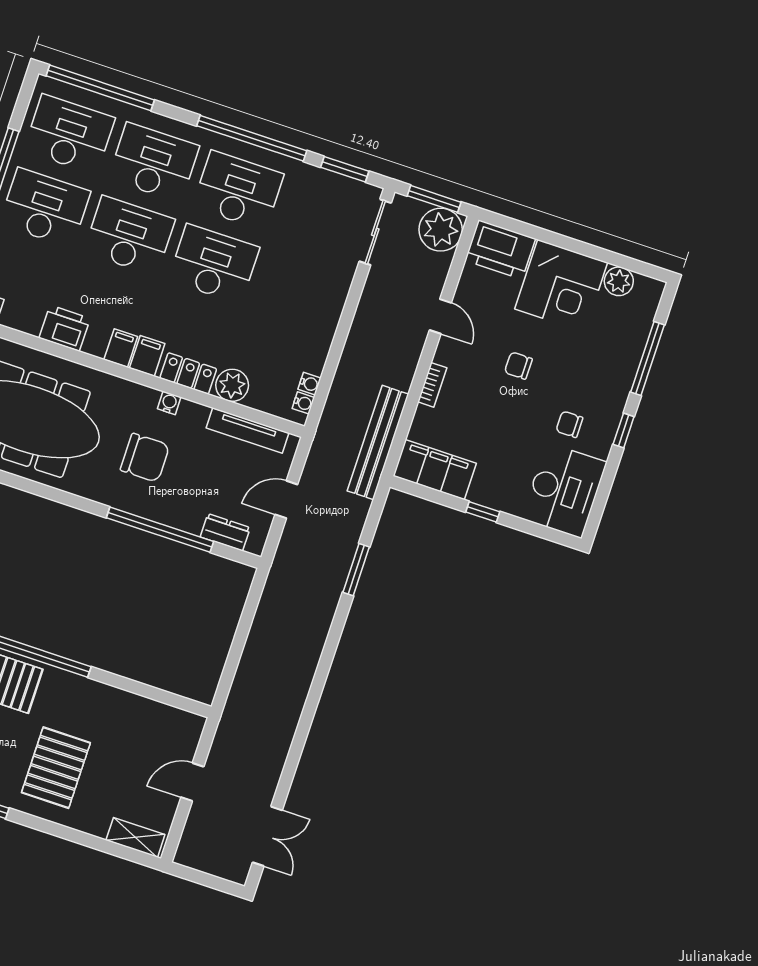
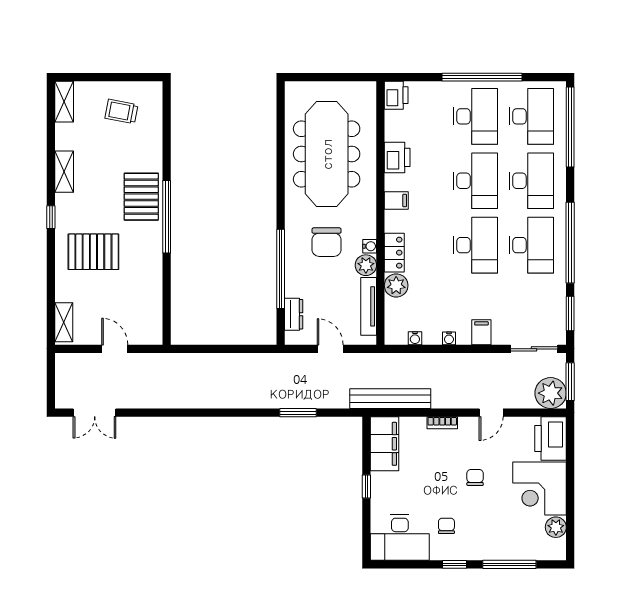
filing cabinet: (147, 356) -> (481, 332), moved, turned -90
water cooler: (303, 403) -> (449, 338), moved
plant: (192, 416) -> (366, 265), added

